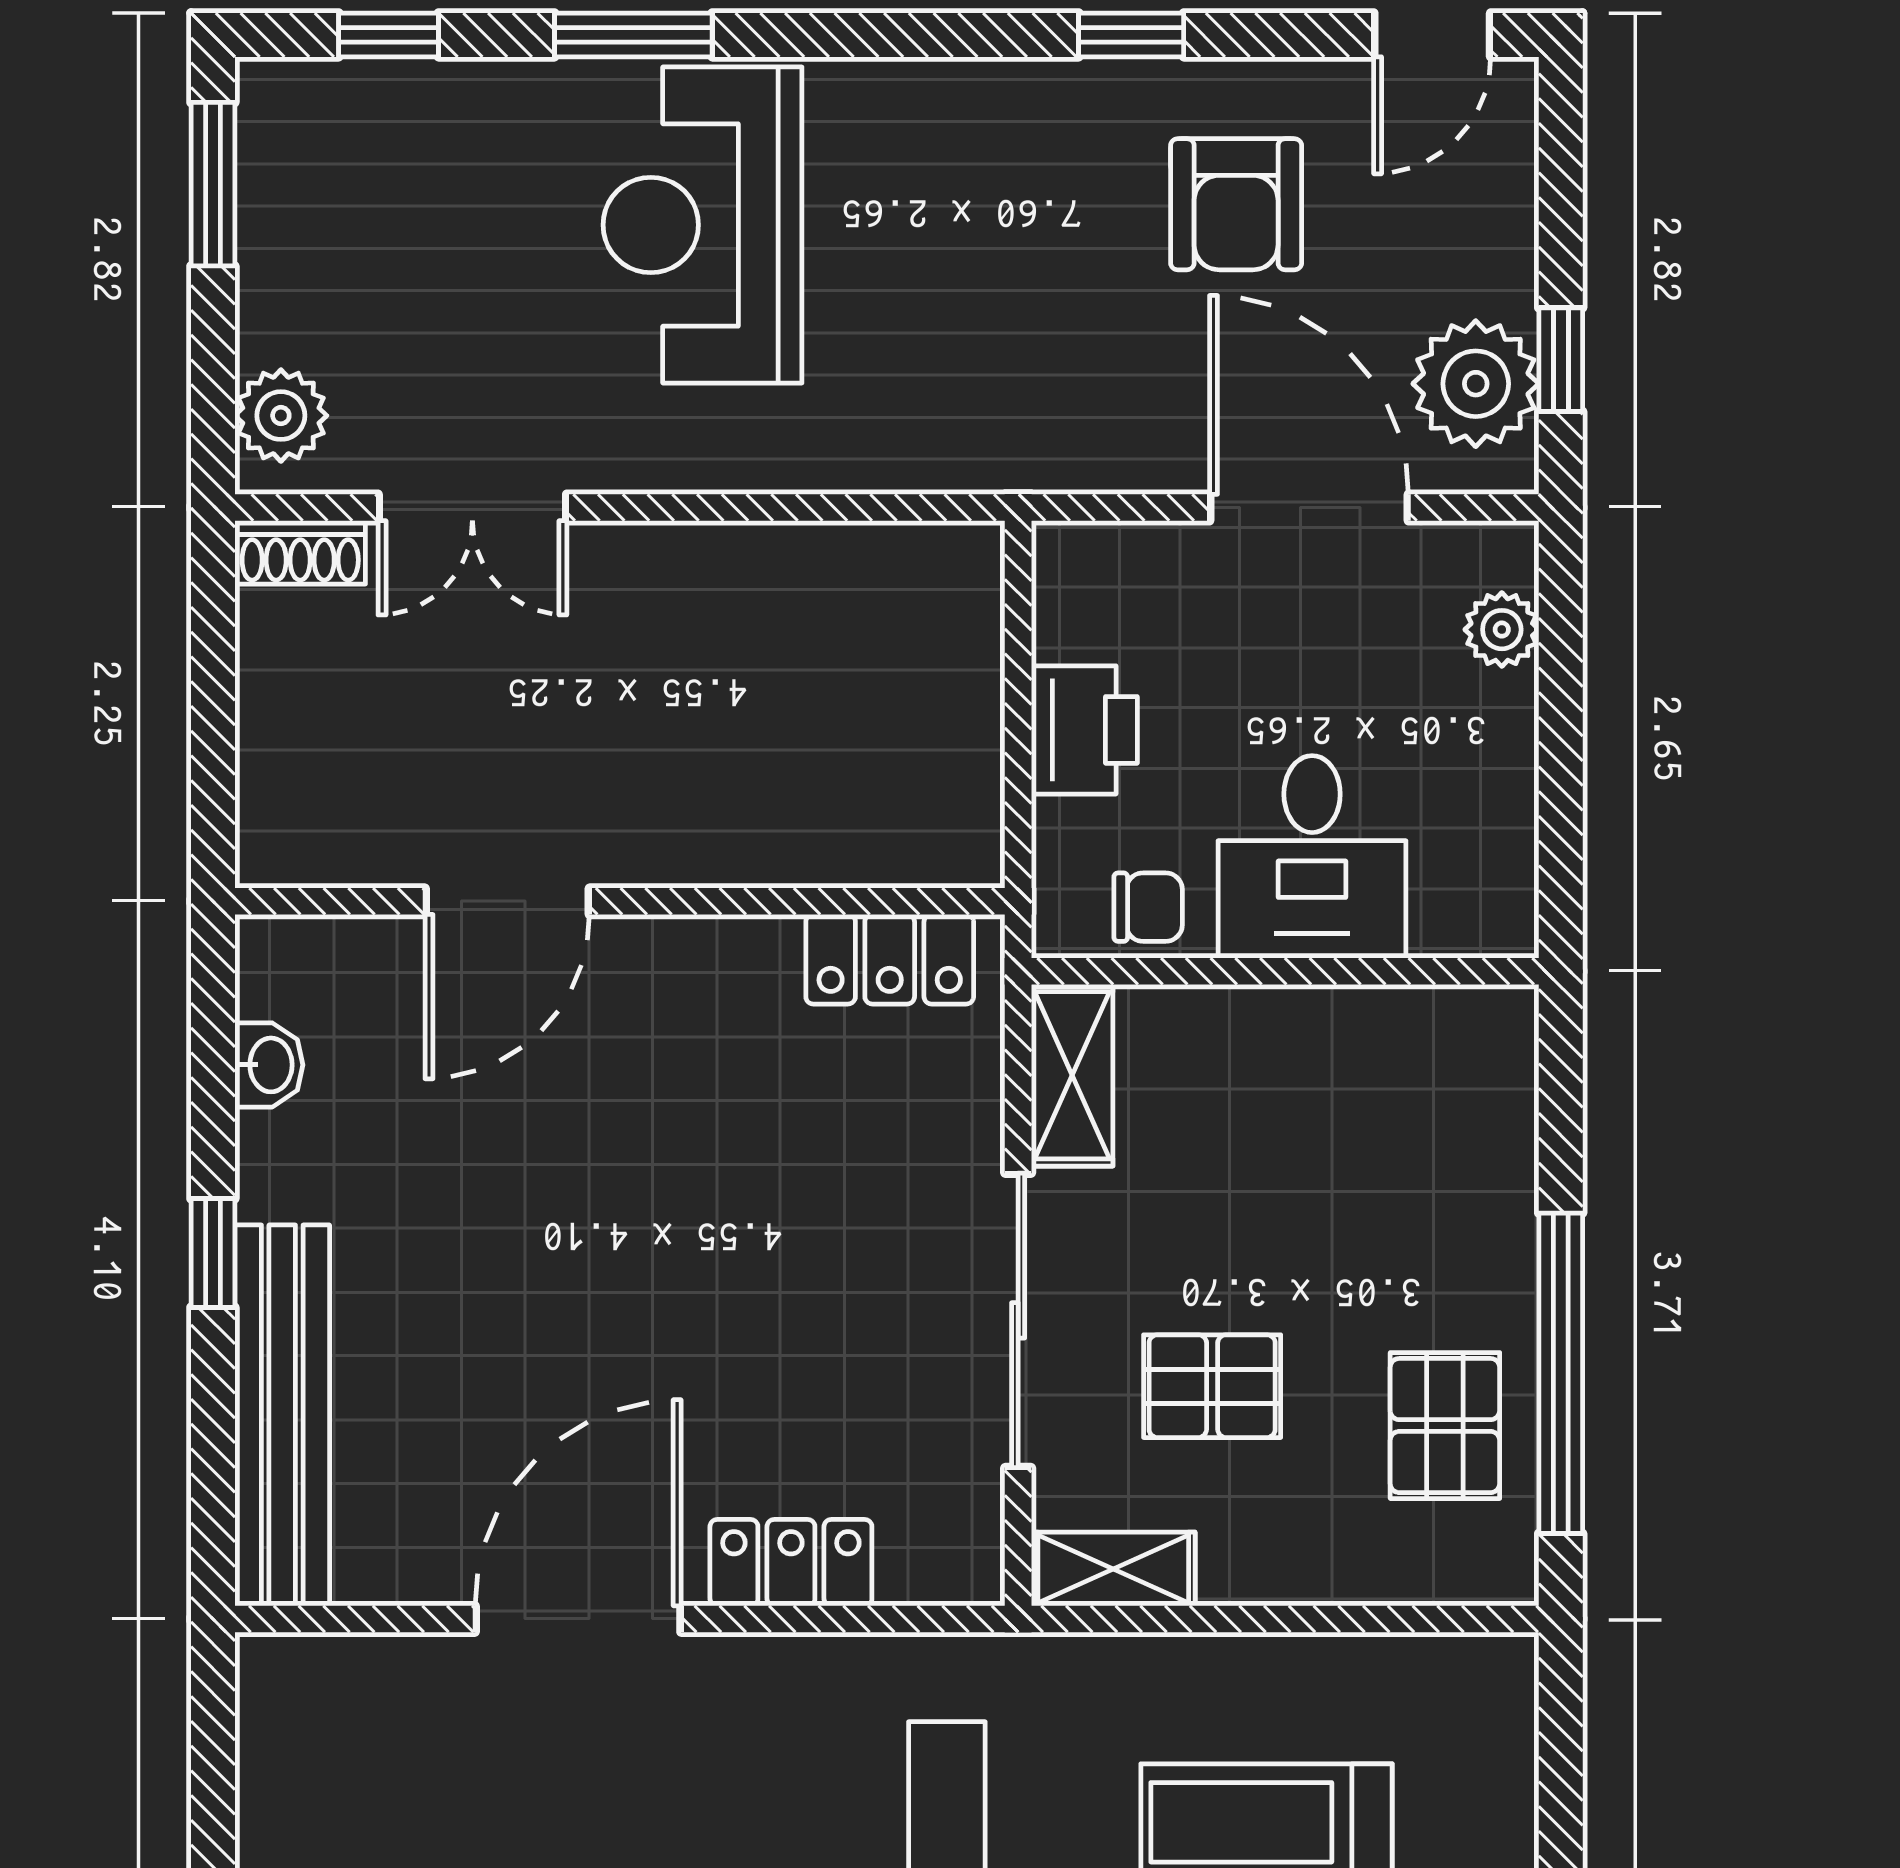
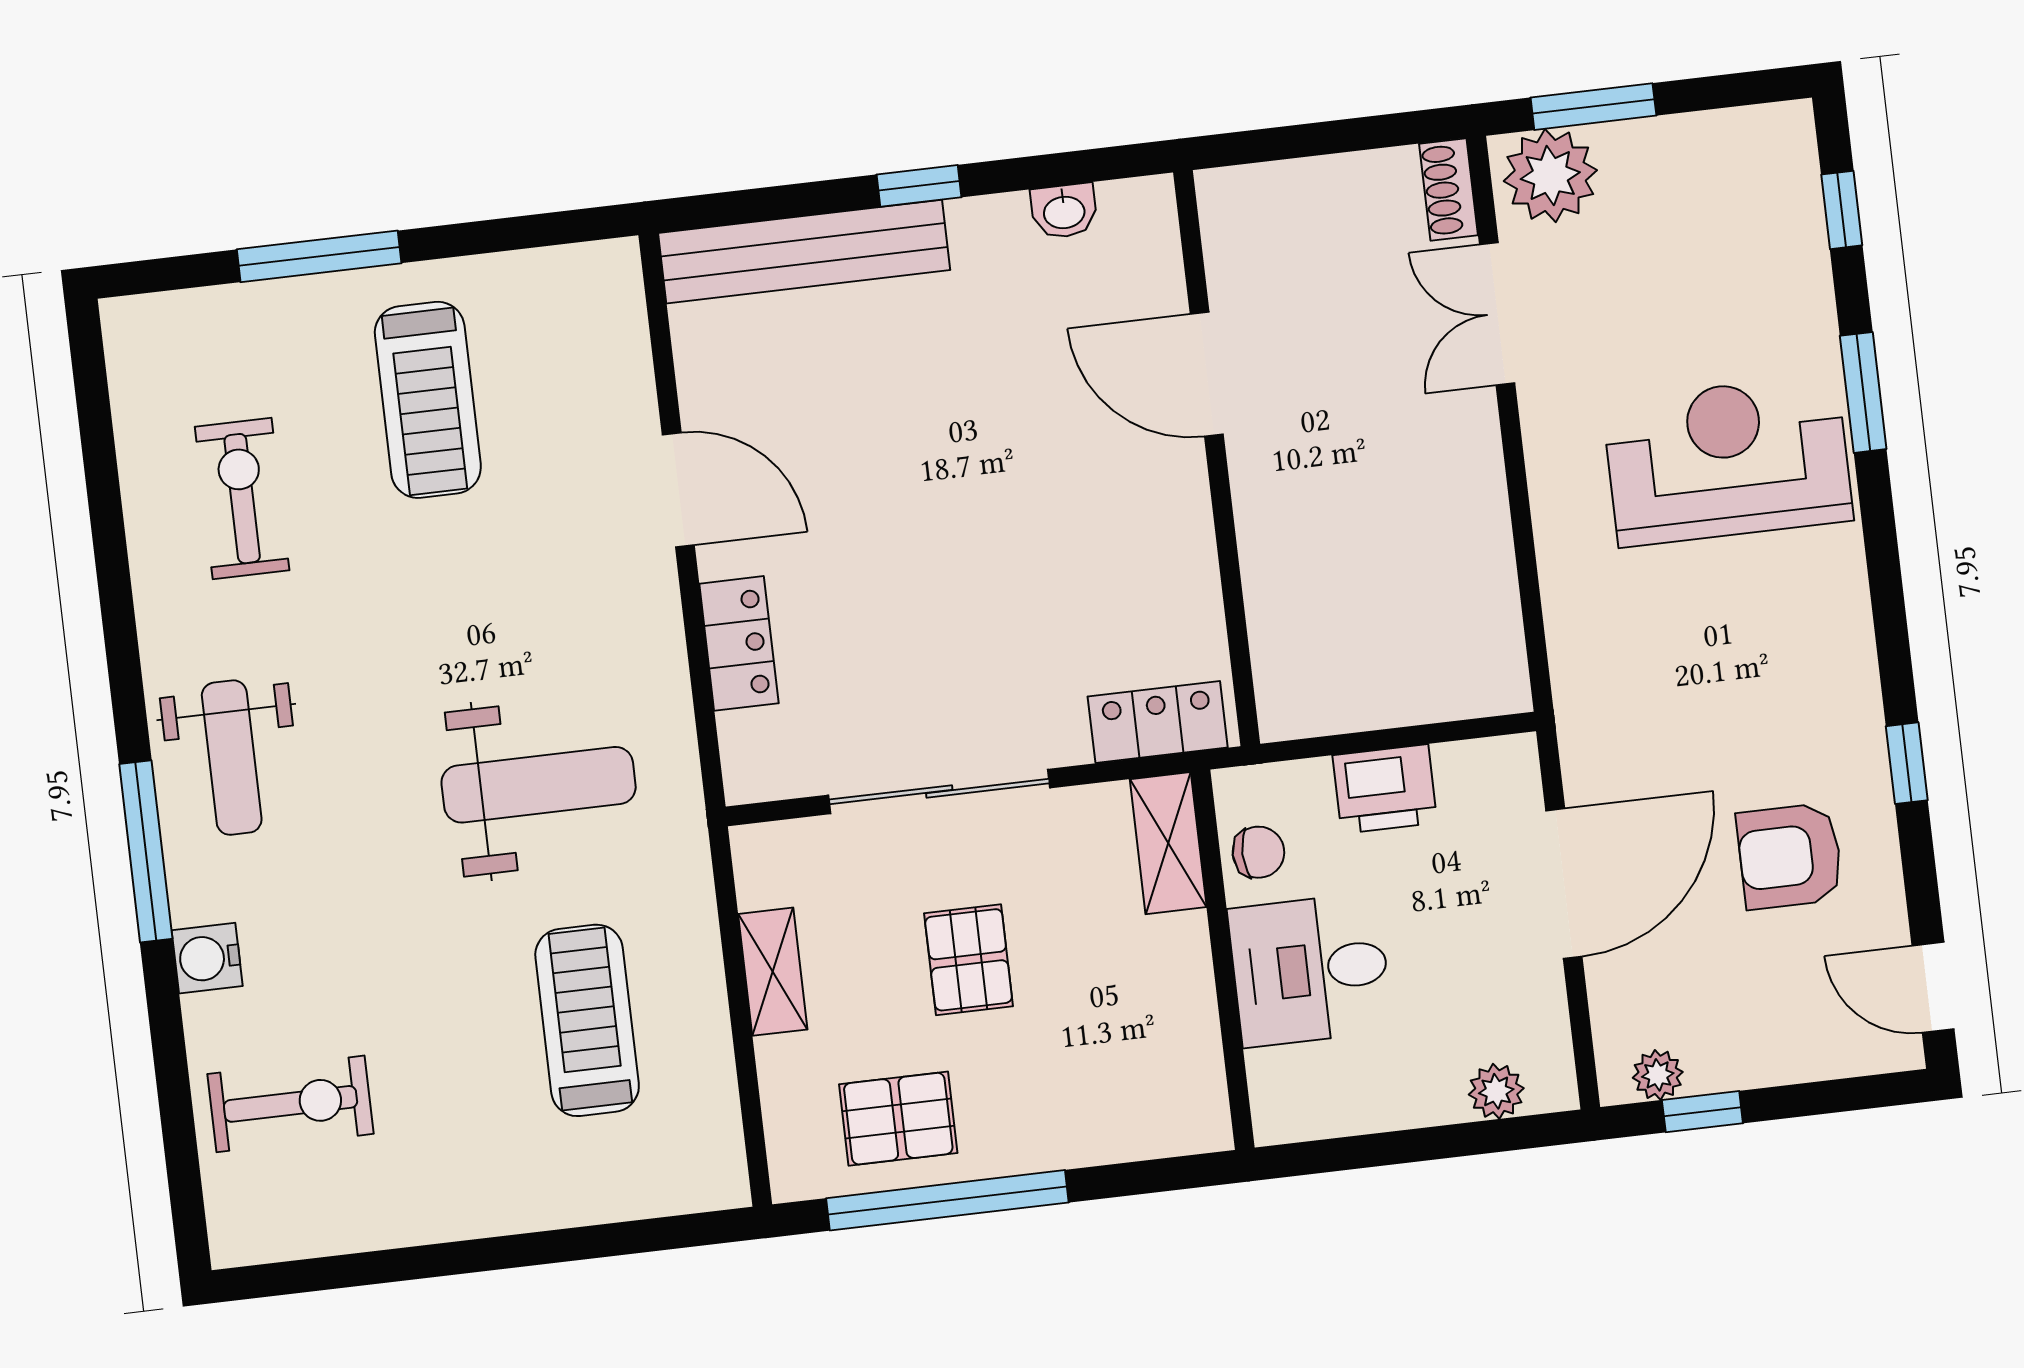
window: (213, 184) -> (1593, 107), moved
plant: (1476, 384) -> (1658, 1075), width x0.53, depth x0.53
plant: (281, 416) -> (1550, 176), width x1.36, depth x1.36
door: (1309, 508) -> (1564, 883), moved
chair: (1148, 907) -> (1258, 852), turned -90
locker: (890, 959) -> (1158, 722), moved, turned 90
shelving: (1072, 1075) -> (1168, 843), moved, turned 90
pallet: (1212, 1386) -> (969, 960), moved
shelving: (1113, 1569) -> (773, 972), moved
door: (578, 1619) -> (678, 490), width x0.73

